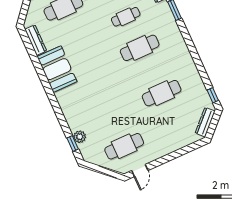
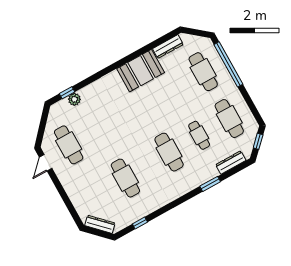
window: (213, 95) -> (140, 223), moved
door: (140, 170) -> (46, 163), hinge flipped

